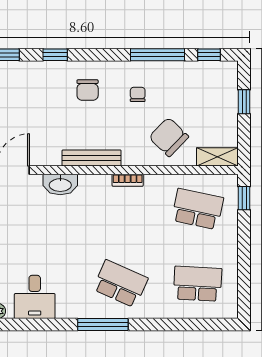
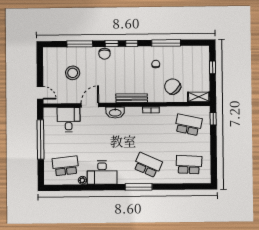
window: (209, 55) -> (132, 43), moved
chair: (88, 90) -> (104, 54), moved
desk: (35, 297) -> (102, 173), width x1.37

